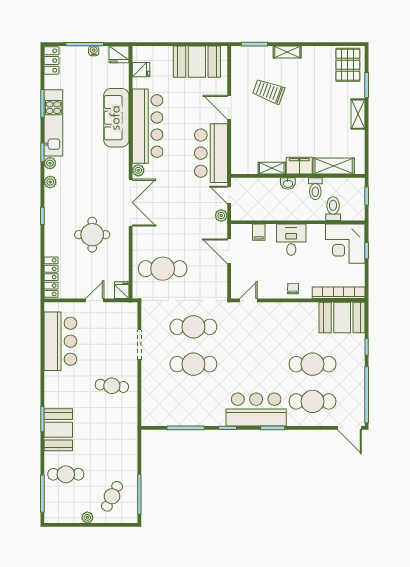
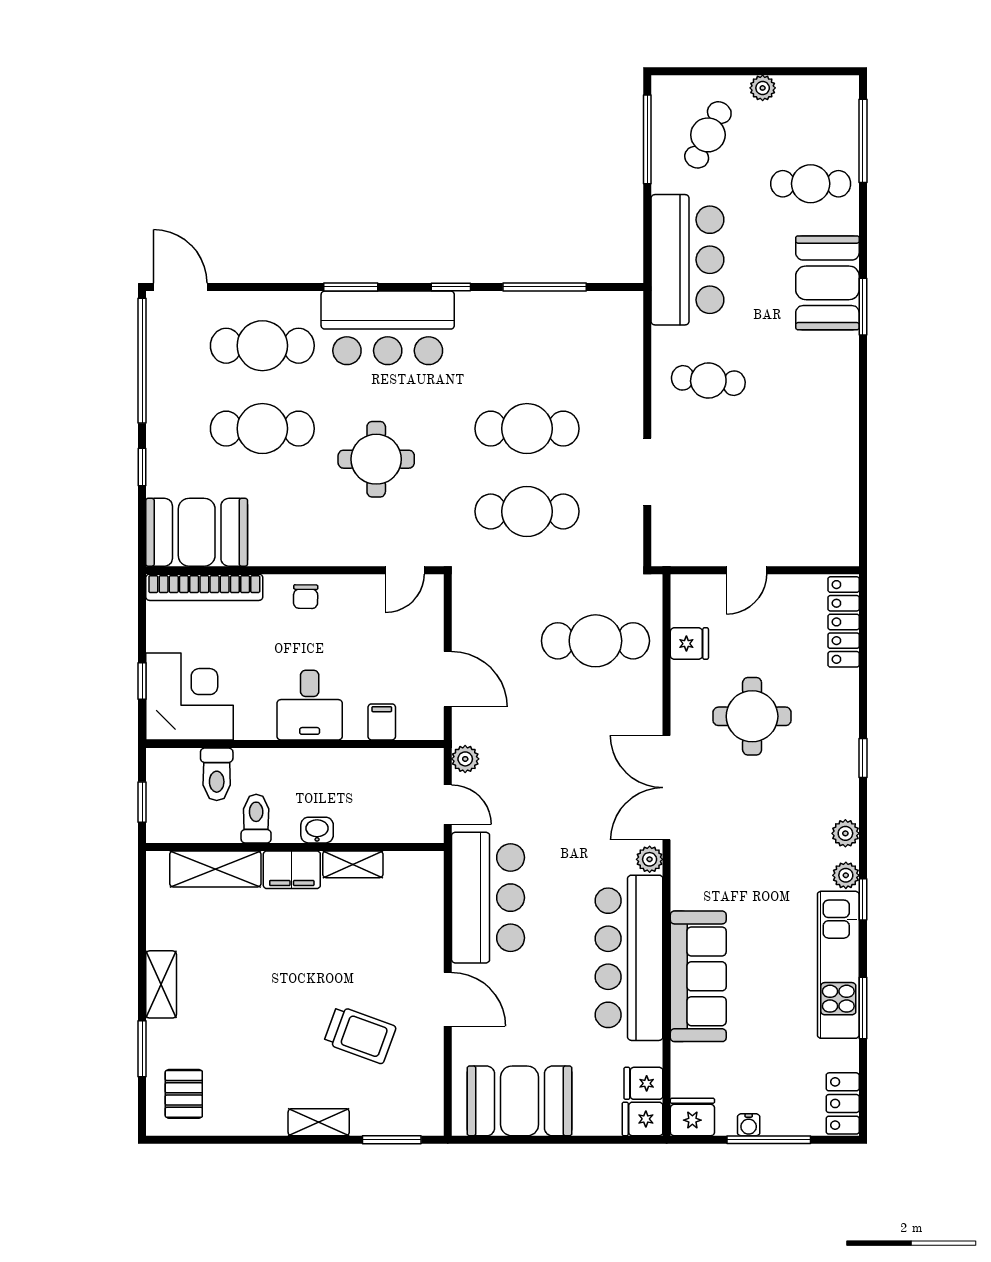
fridge: (141, 54) -> (643, 1119), added
pallet: (348, 65) -> (184, 1094), width x0.67, depth x0.71
fridge: (122, 290) -> (689, 644), moved, turned -90
bar counter: (60, 341) -> (687, 260), moved, turned 180
round table: (261, 350) -> (376, 459), added

